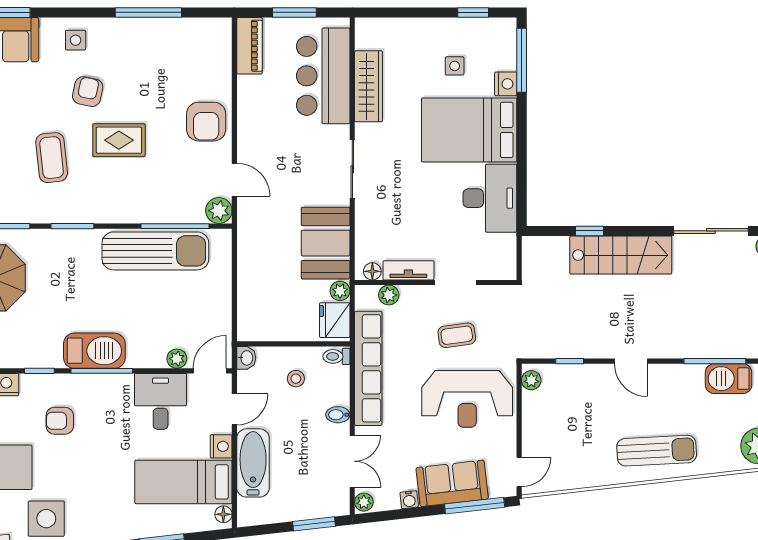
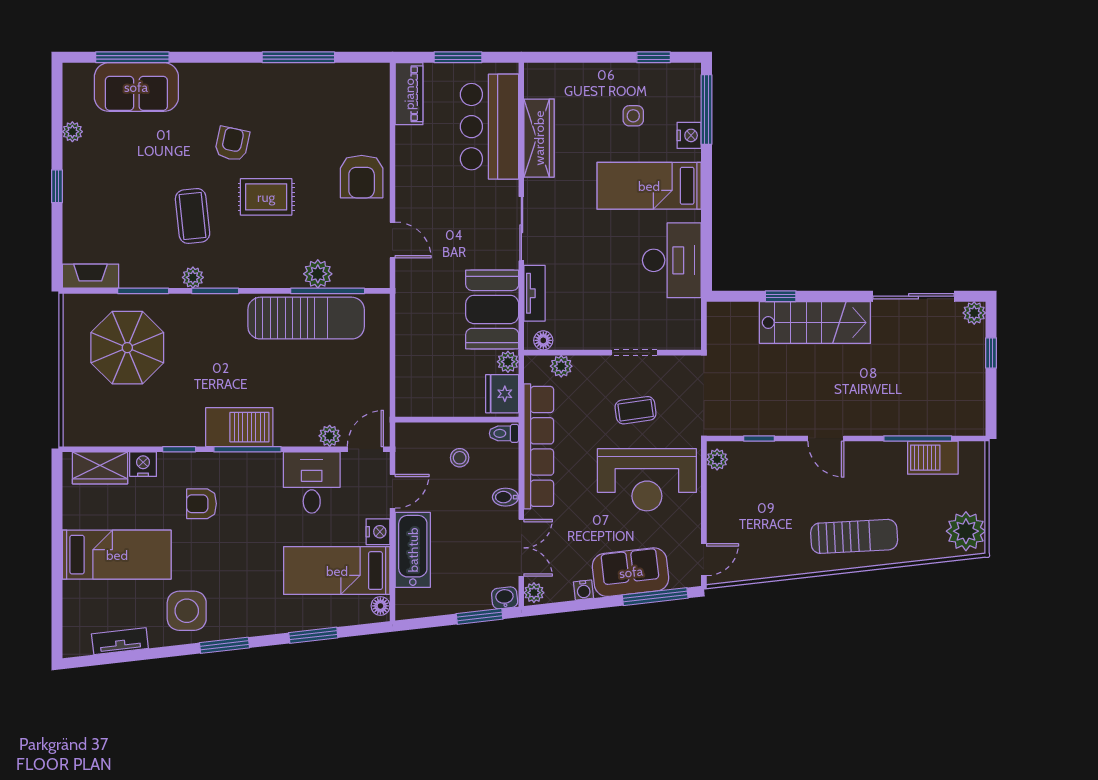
side table: (76, 40) -> (219, 88), removed
bed: (469, 130) -> (649, 186), width x0.67
plant: (219, 211) -> (318, 274), moved
plant: (52, 214) -> (193, 277), added
tv unit: (408, 270) -> (535, 293), moved, turned 90
washbasin: (246, 358) -> (505, 598), moved, turned -96

